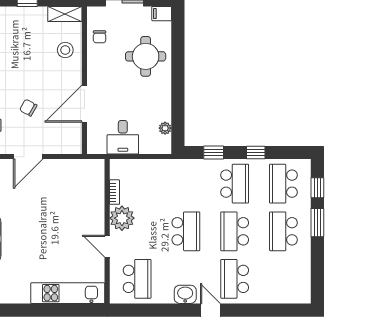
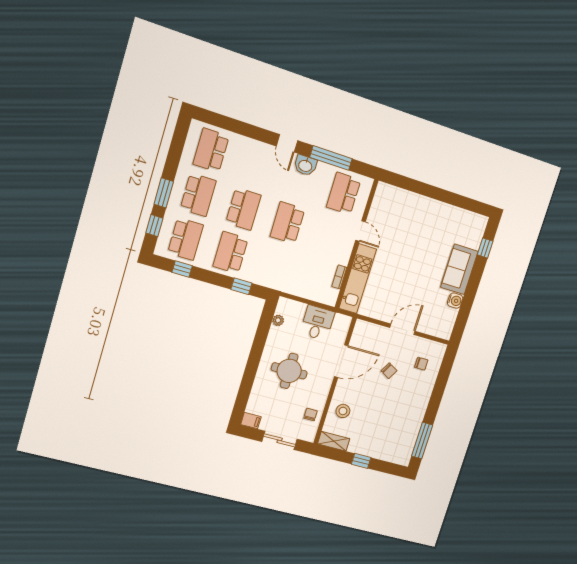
round table: (146, 56) -> (289, 371), moved
window: (256, 153) -> (182, 269), moved
plant: (122, 218) -> (340, 252), removed
school desk: (235, 279) -> (211, 150), moved, turned 180
kitchen unit: (68, 293) -> (358, 279), moved, turned -90
window: (161, 310) -> (331, 158), added

